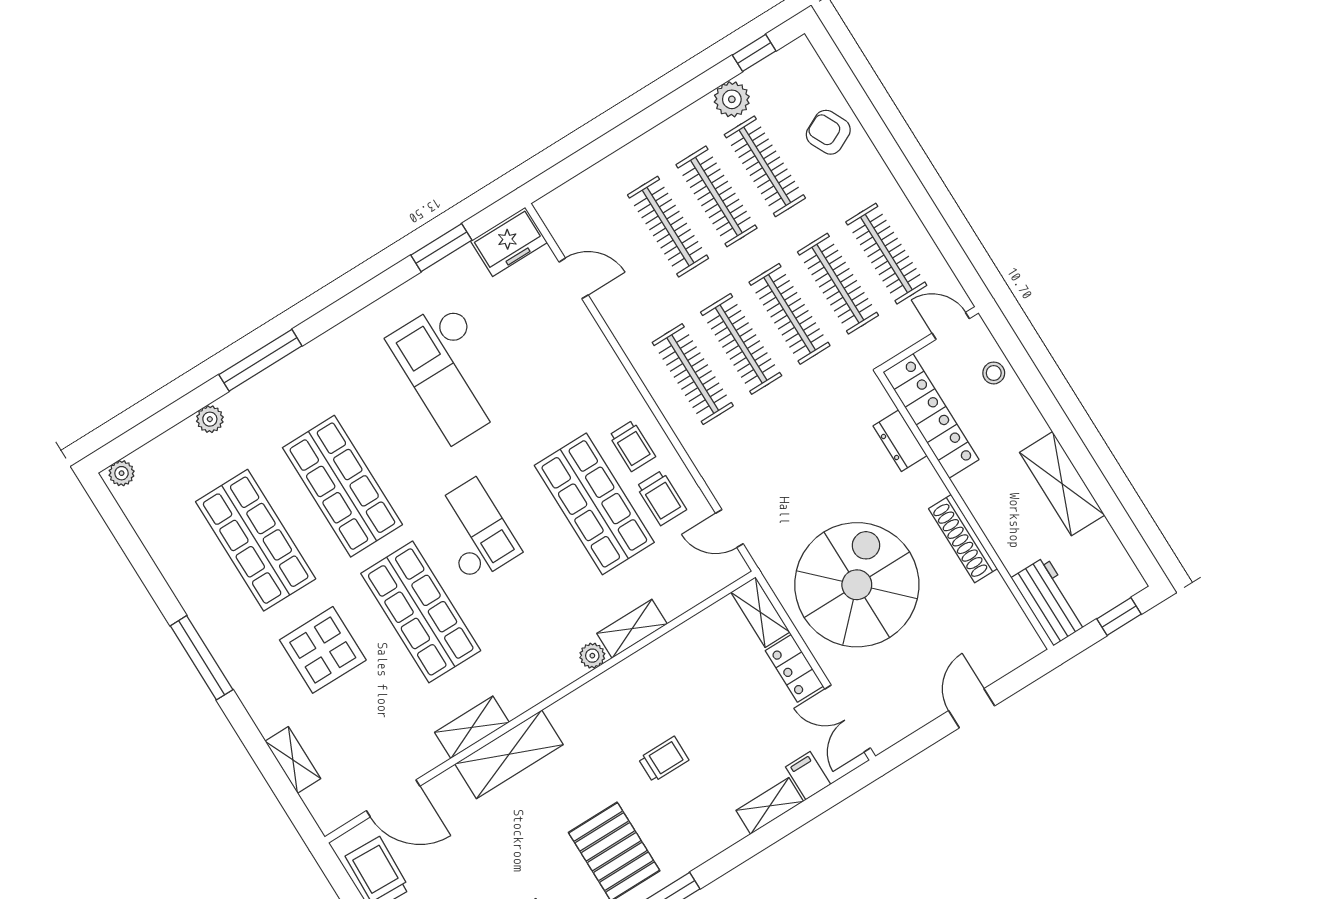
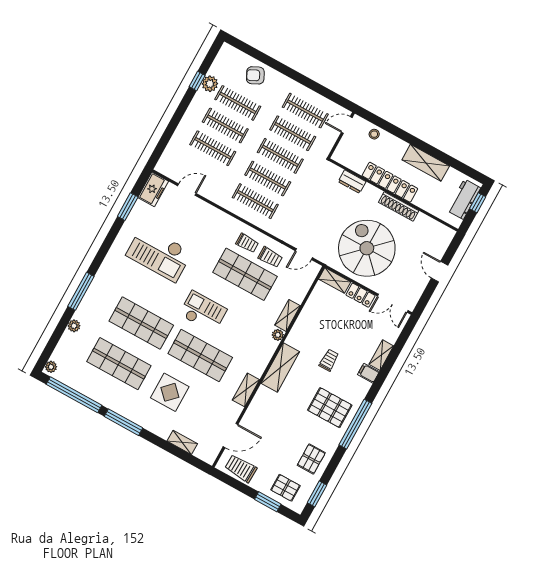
window: (754, 53) -> (197, 81), moved
locker: (931, 416) -> (390, 182), moved
window: (136, 552) -> (74, 395), added
workbench: (1050, 601) -> (464, 199), moved, turned -90
shelving: (509, 754) -> (280, 367), moved
filing cabinet: (808, 776) -> (368, 373), moved

